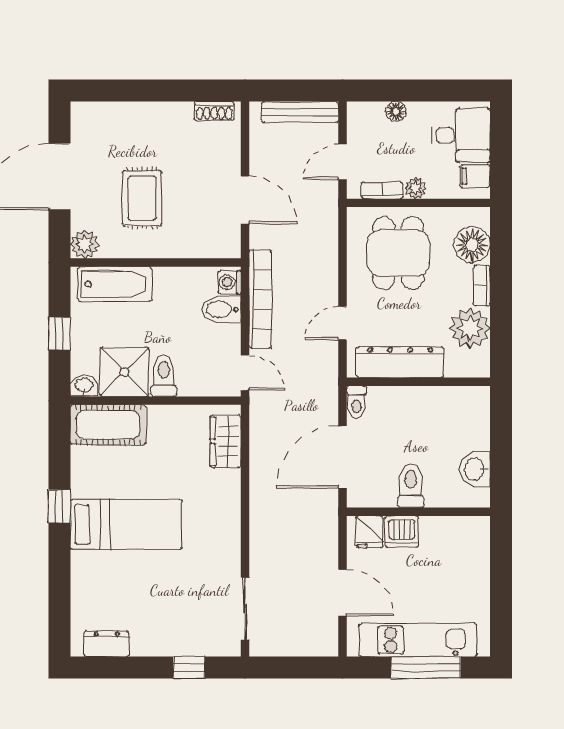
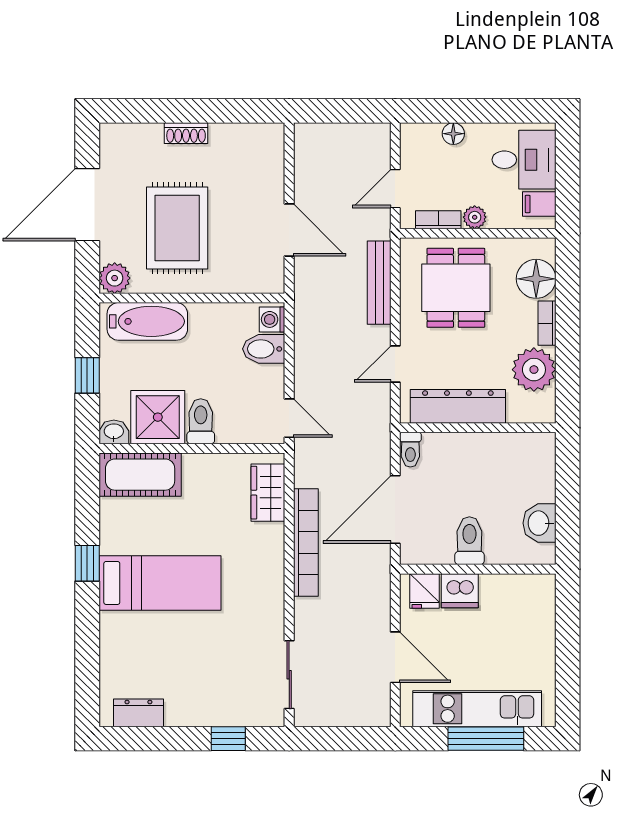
shoe rack: (214, 111) -> (186, 133), moved
bench: (300, 112) -> (379, 283), moved, turned 90
rug: (142, 198) -> (177, 228), width x1.36, depth x1.43
bookcase: (260, 299) -> (306, 543), moved

